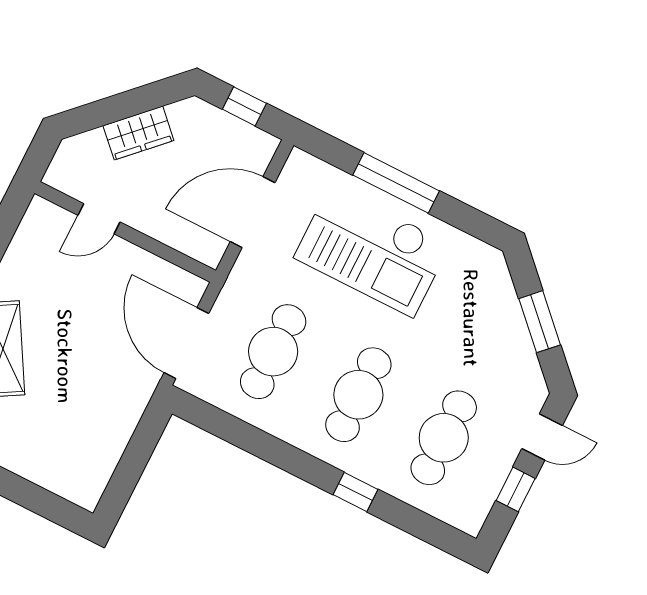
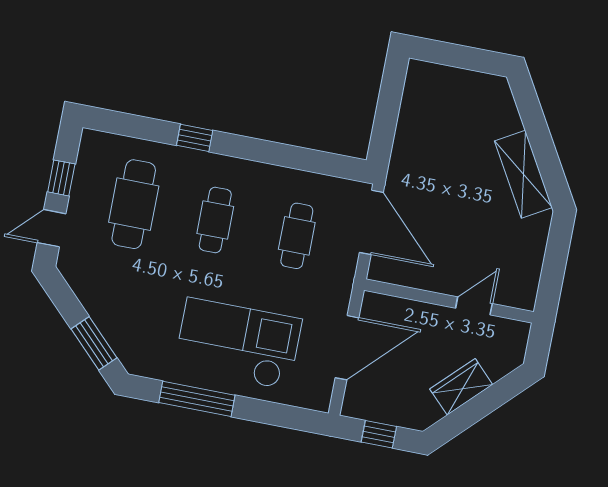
window: (396, 183) -> (197, 399), moved
window: (540, 322) -> (94, 343), moved
cafe table: (273, 352) -> (297, 236), width x0.73, depth x0.74
cafe table: (358, 395) -> (215, 220), width x0.73, depth x0.74

